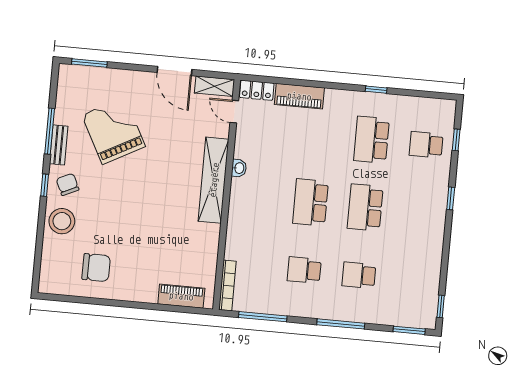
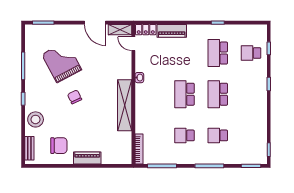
bench: (59, 145) -> (29, 148), moved
shelving: (214, 180) -> (125, 105), moved
chair: (68, 184) -> (75, 97), moved
piano: (181, 296) -> (87, 158), moved

